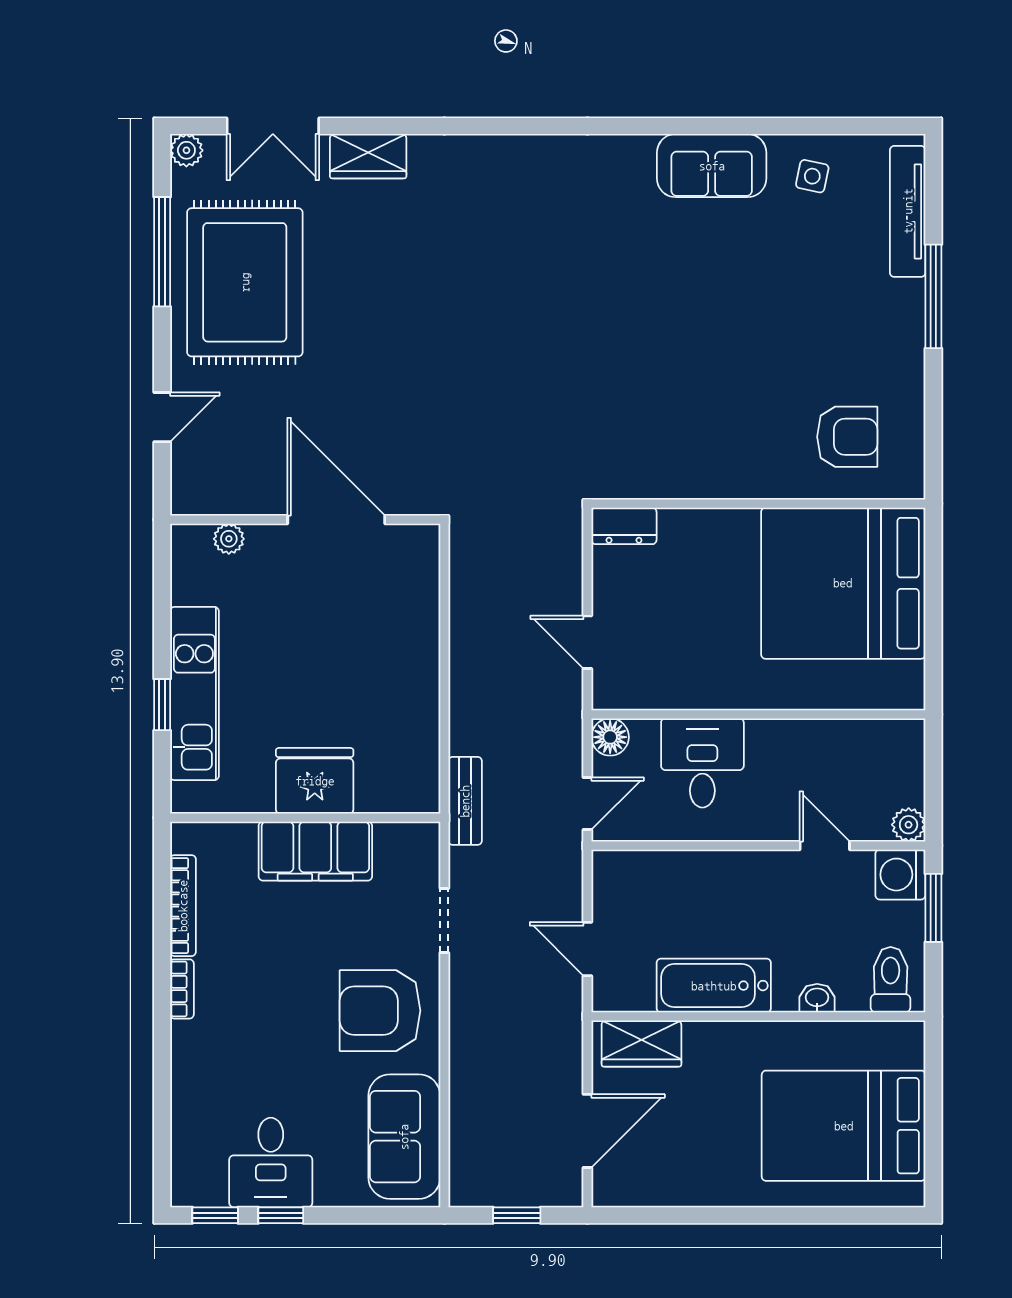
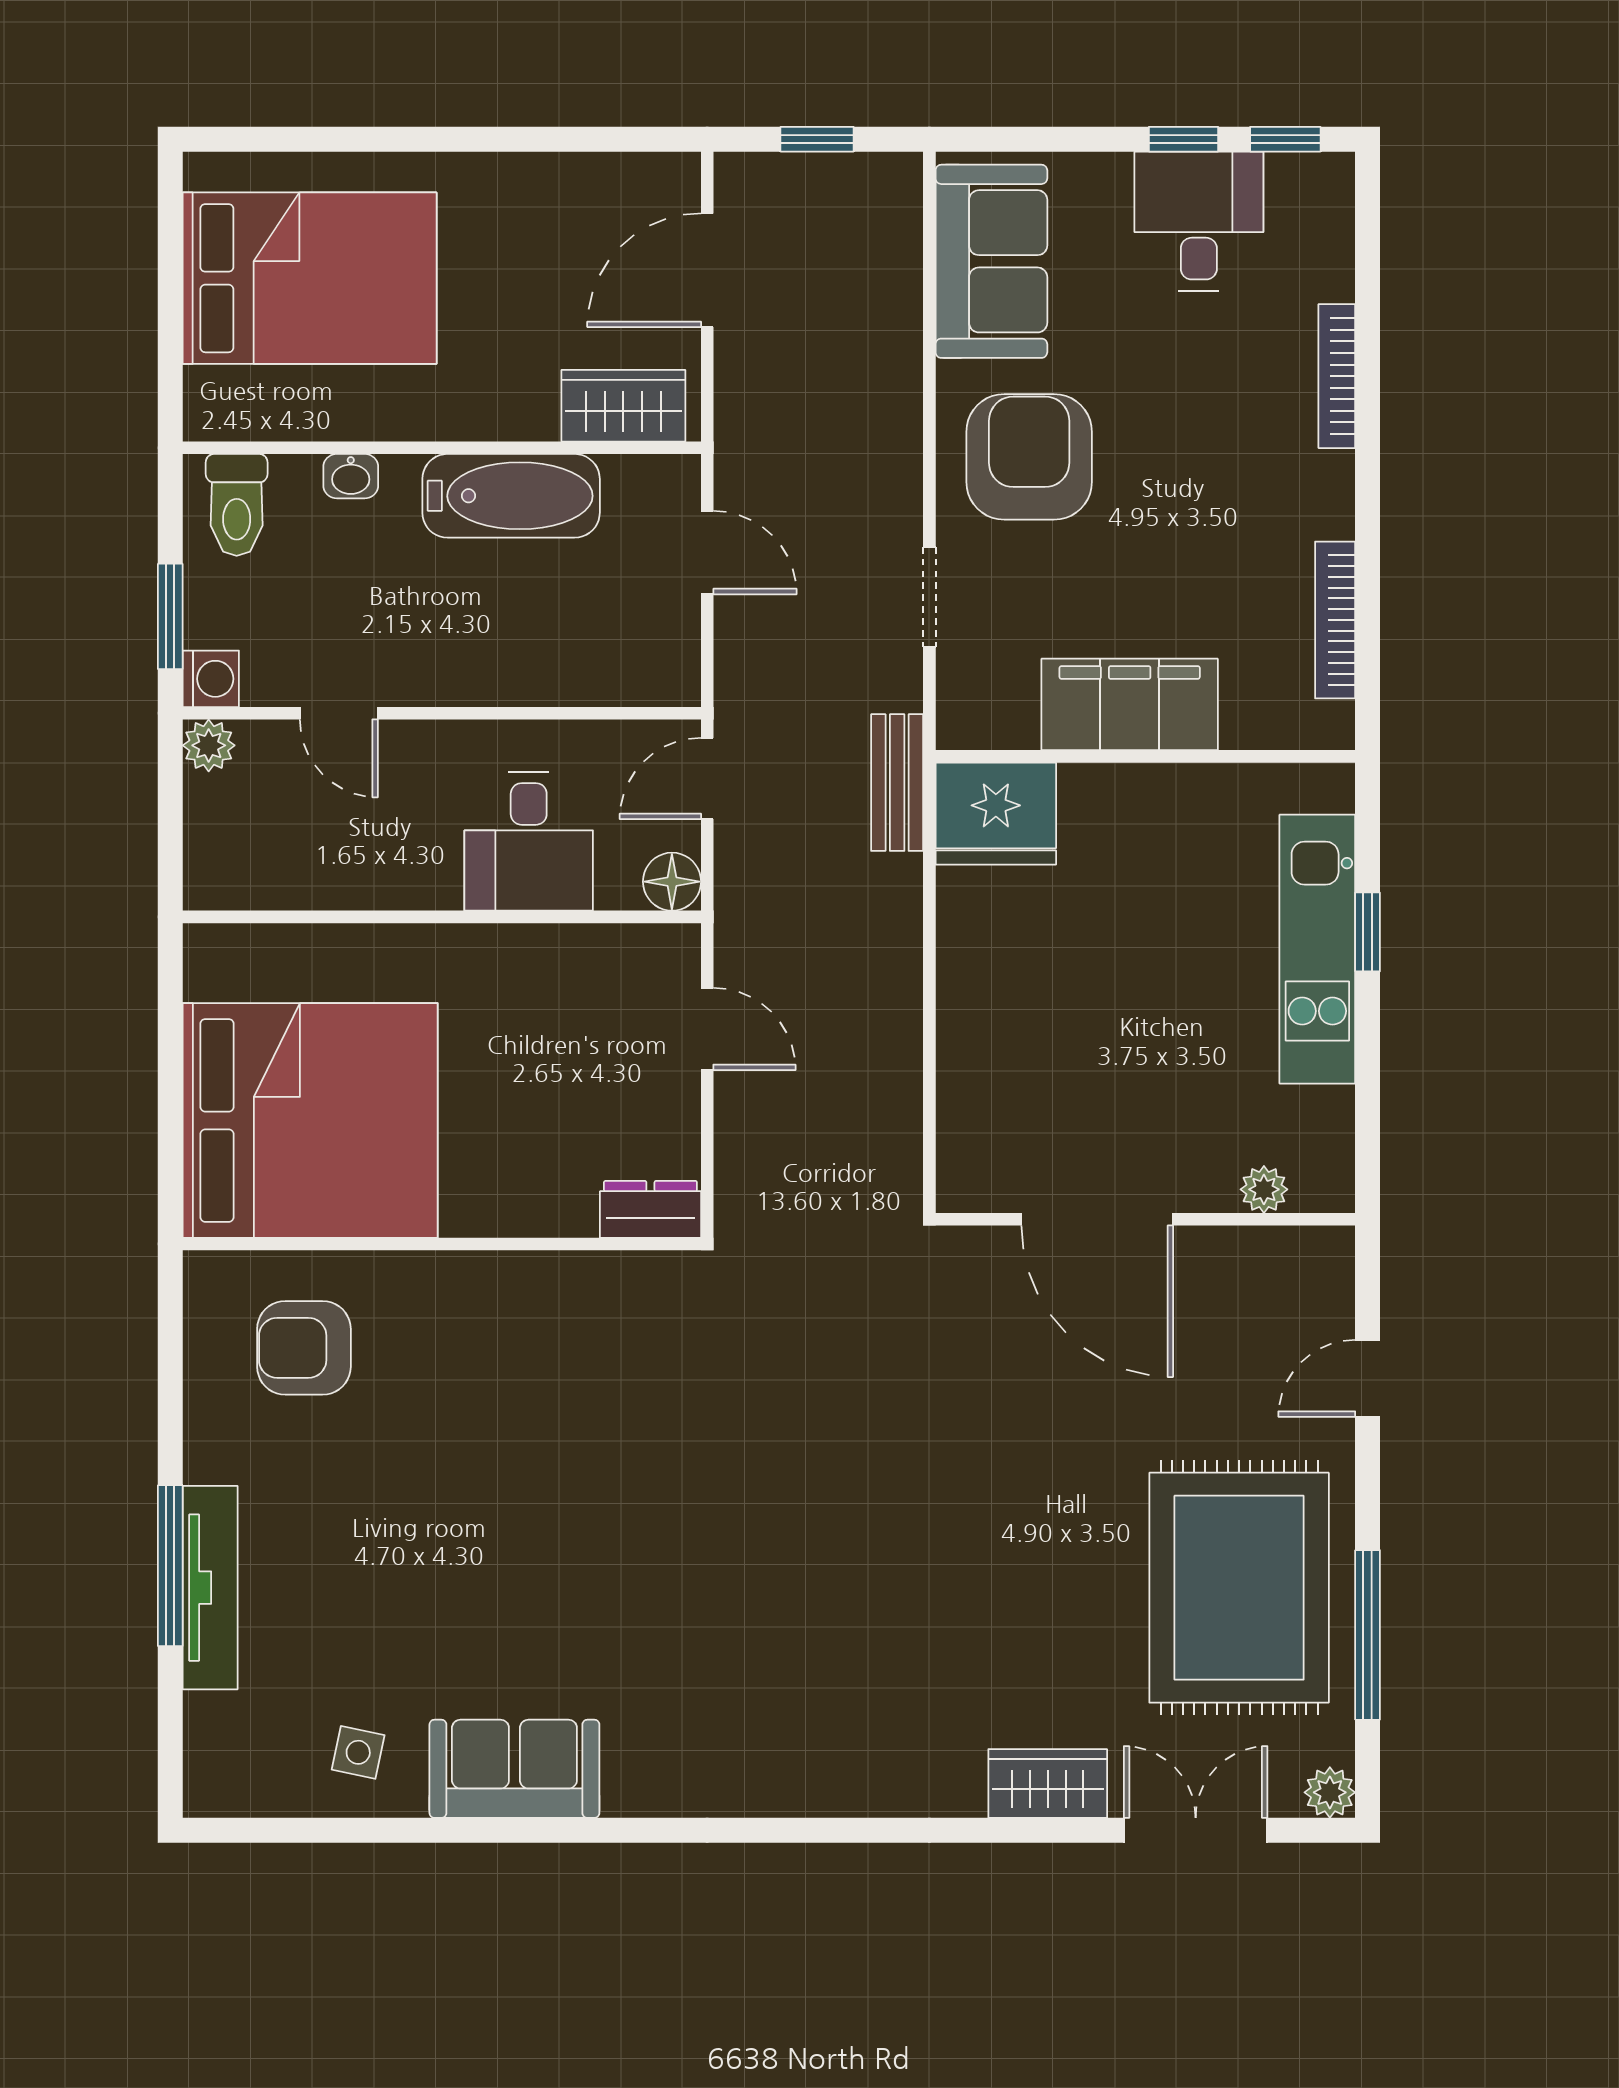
tv unit: (908, 211) -> (210, 1588), moved
fridge: (315, 781) -> (996, 814), moved
washing machine: (900, 875) -> (211, 679), width x0.73, depth x0.73
bookcase: (182, 989) -> (1337, 376), moved, width x1.56
armchair: (380, 1011) -> (1029, 457), turned -90

